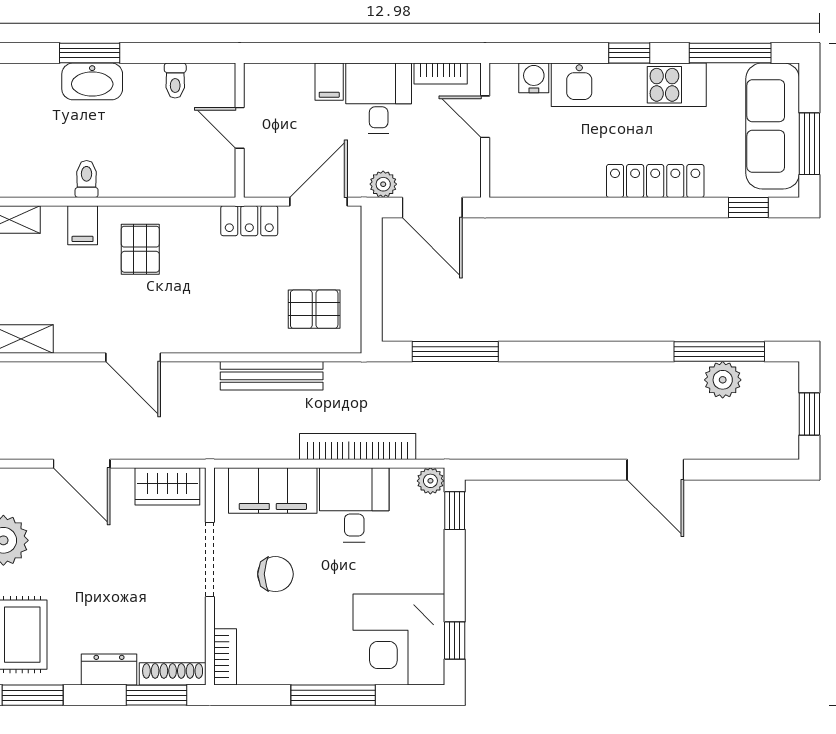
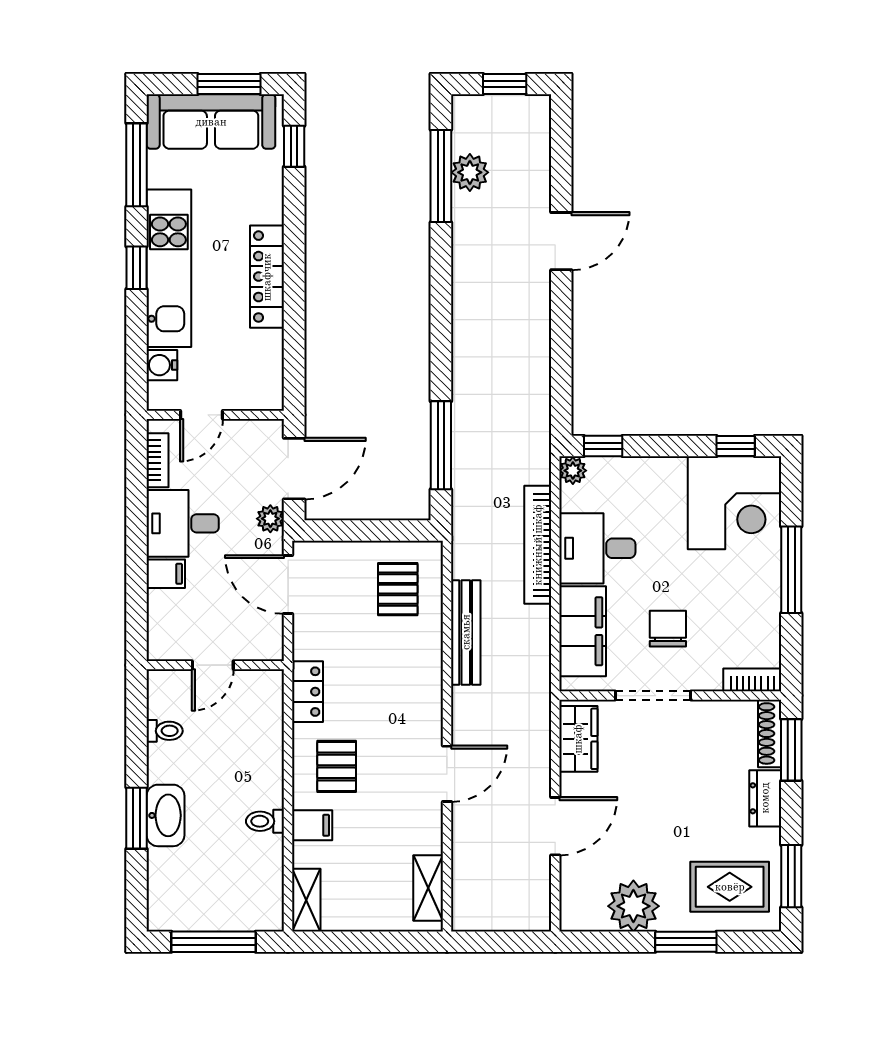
locker: (655, 181) -> (267, 277), moved
locker: (249, 221) -> (308, 692), moved
pallet: (140, 249) -> (337, 766), turned 90

